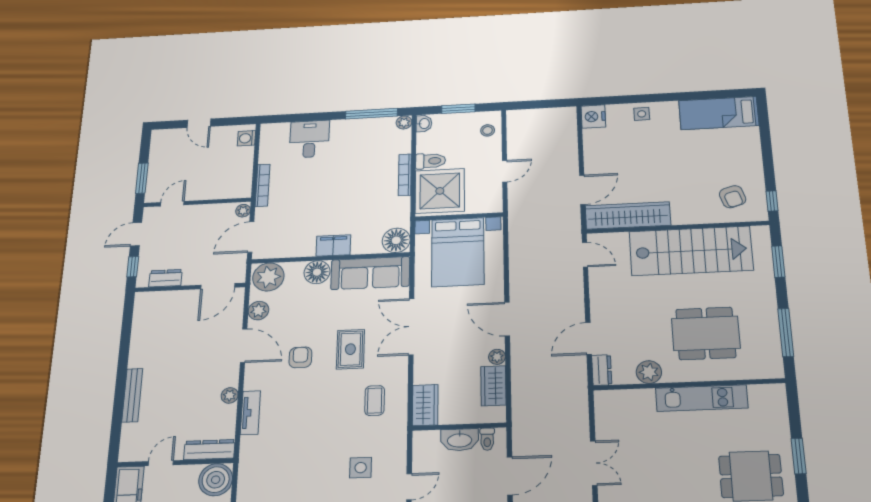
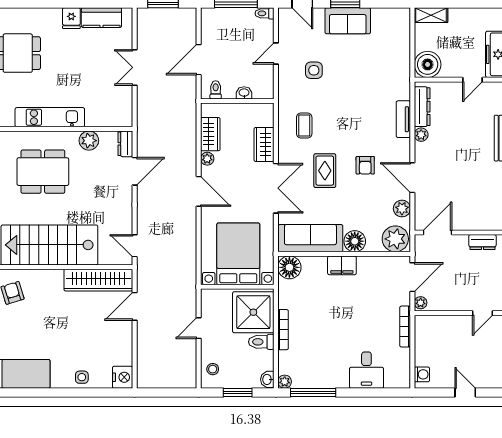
wardrobe: (425, 405) -> (264, 144), moved
washbasin: (460, 440) -> (244, 93), width x0.52, depth x0.69
dresser: (209, 450) -> (422, 107), moved, turned -90

